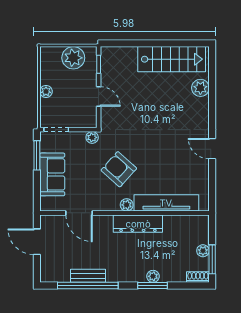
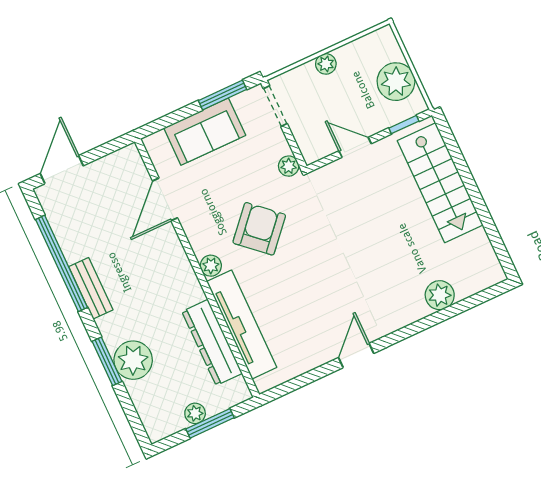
stairs: (172, 59) -> (440, 183), moved
door: (99, 97) -> (355, 147), swing flipped
dresser: (138, 224) -> (212, 342), moved
door: (37, 242) -> (62, 170), moved
window: (212, 259) -> (210, 423), moved
bench: (88, 276) -> (91, 288), moved
plant: (153, 276) -> (133, 360), width x1.88, depth x1.88
shoe rack: (198, 277) -> (152, 424), removed

